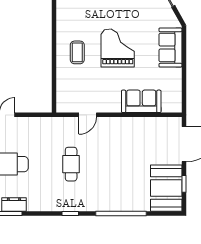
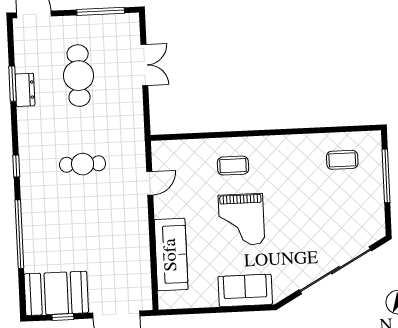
grand piano: (118, 48) -> (241, 220), turned 90
sofa: (141, 101) -> (171, 255), width x1.36
door: (88, 115) -> (150, 183), swing flipped

